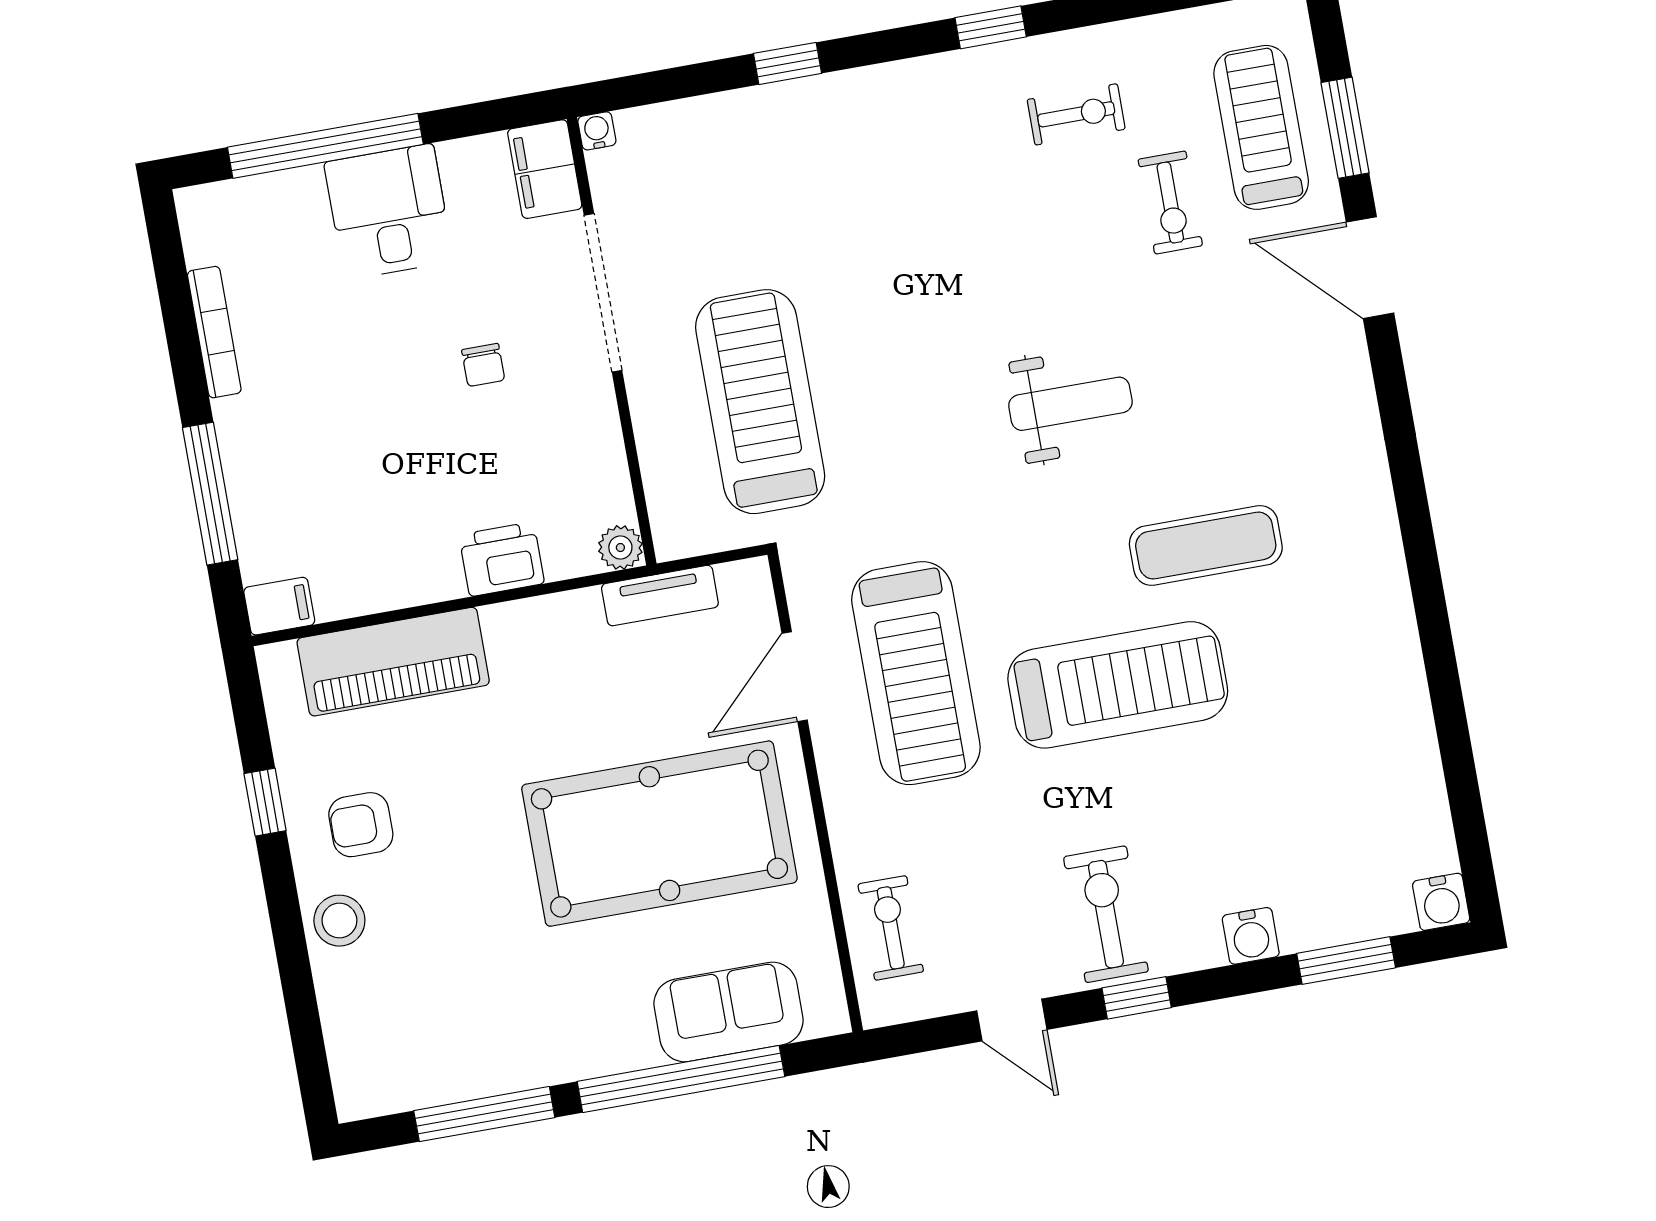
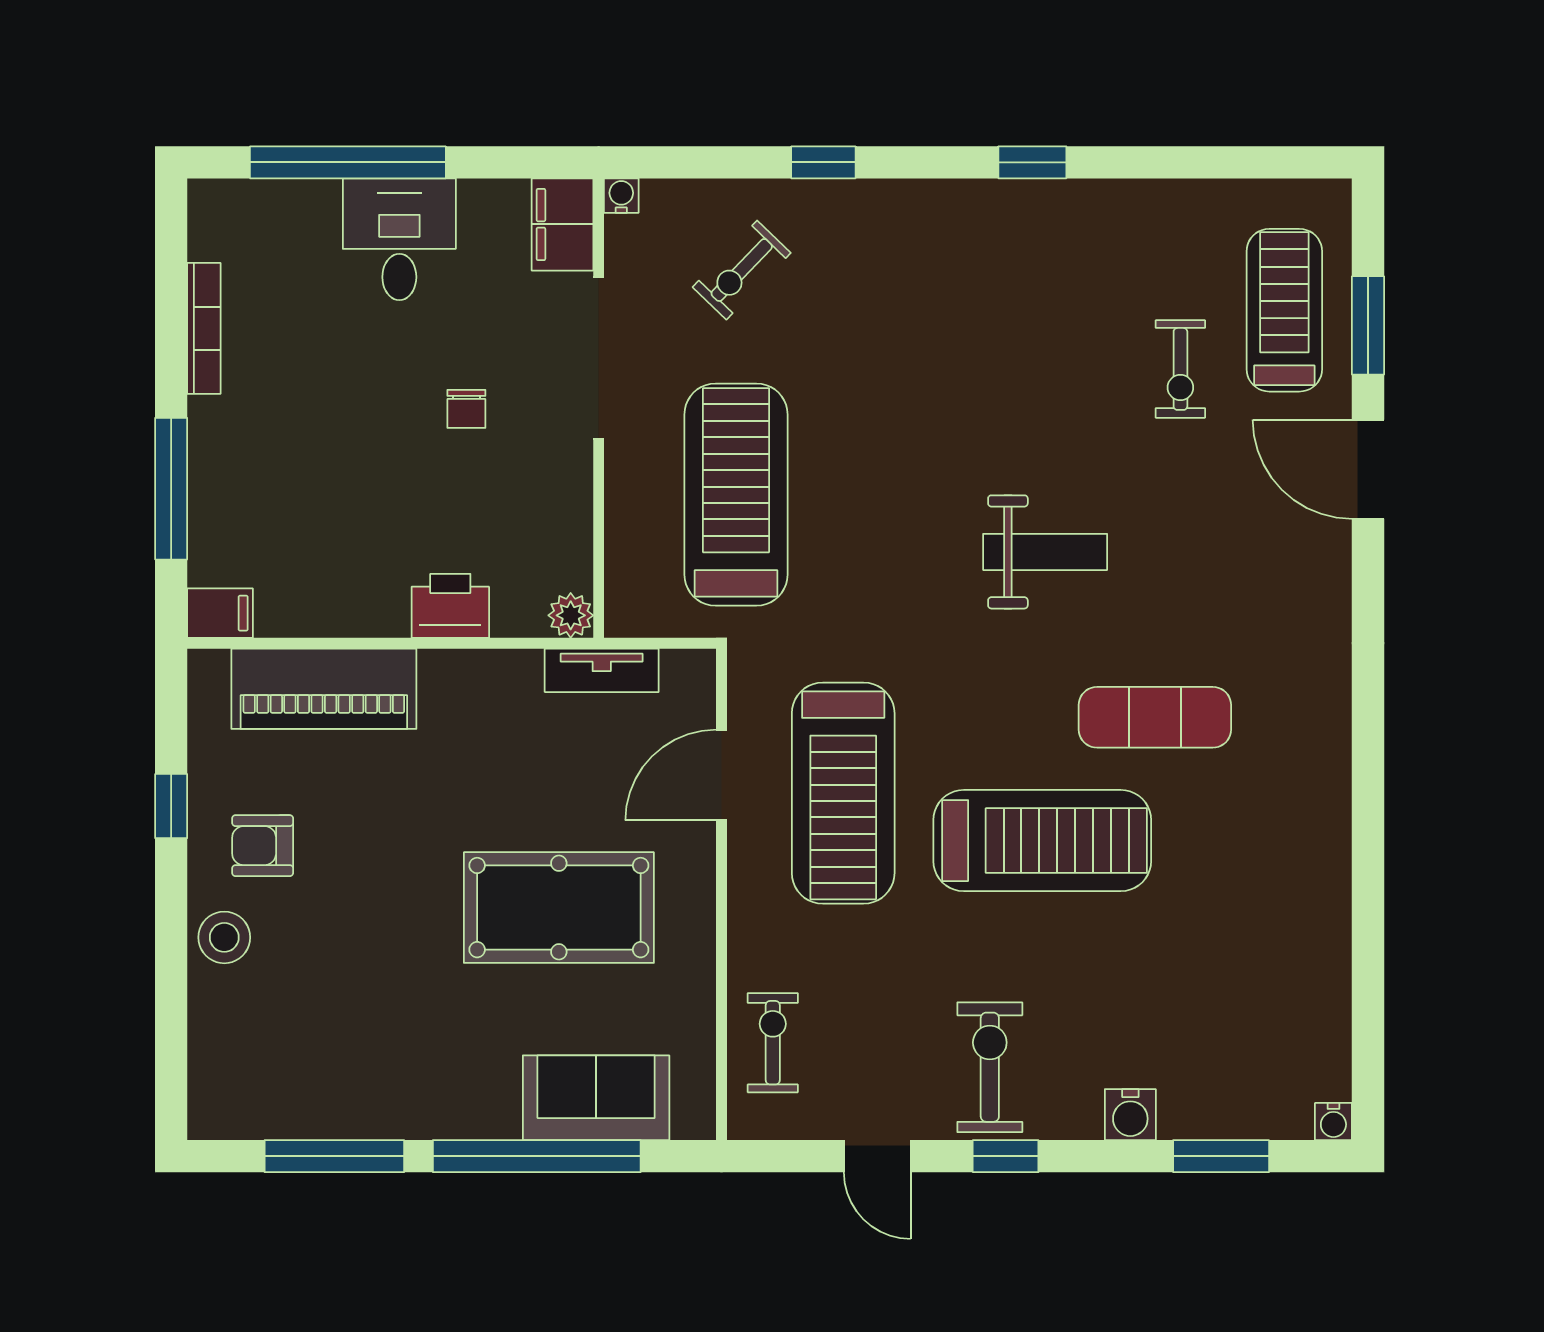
exercise bike: (1076, 114) -> (742, 270), moved, turned 134
pool table: (659, 834) -> (559, 908), width x0.73, depth x0.76
water cooler: (1441, 902) -> (1333, 1122), width x0.72, depth x0.72

